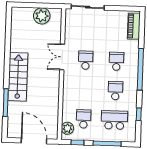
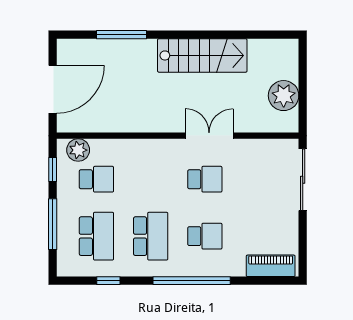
stairs: (18, 77) -> (202, 55), moved
school desk: (115, 91) -> (151, 236), width x1.85

